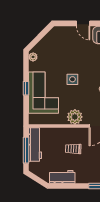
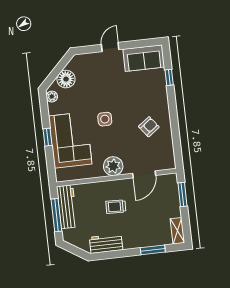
door: (83, 23) -> (110, 47), swing flipped
floor lamp: (46, 44) -> (66, 79), added

